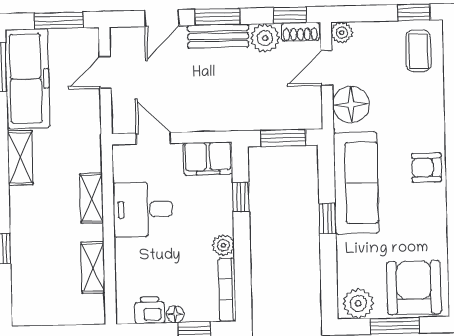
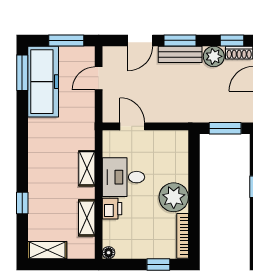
shelving: (20, 158) -> (47, 250), moved, turned 90
filing cabinet: (208, 158) -> (171, 142), removed
window: (241, 197) -> (194, 170), removed
plant: (223, 245) -> (174, 197), width x1.87, depth x1.87
printer: (150, 310) -> (112, 209), moved, turned 90
floor lamp: (175, 314) -> (109, 253), moved

